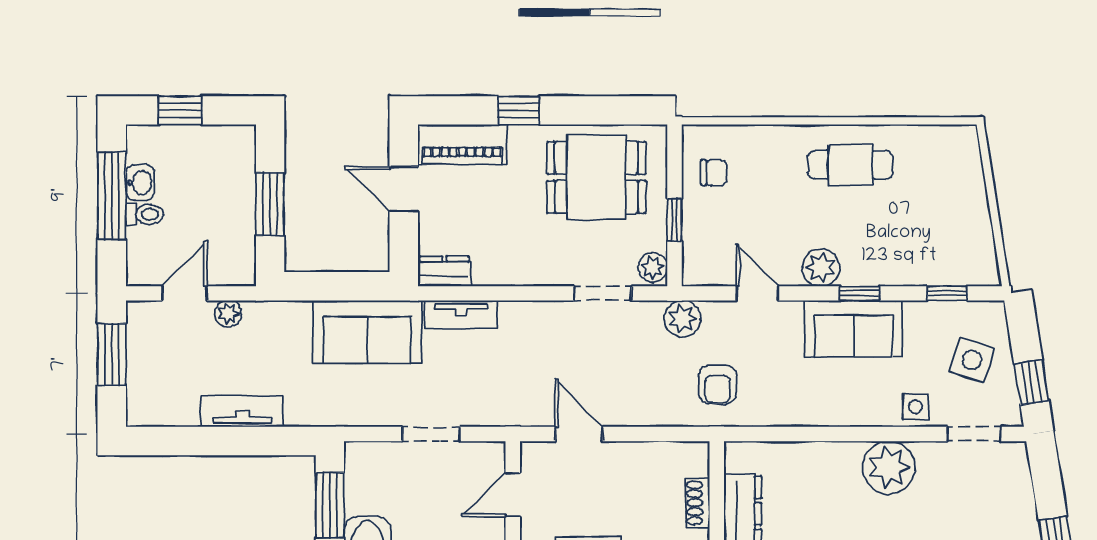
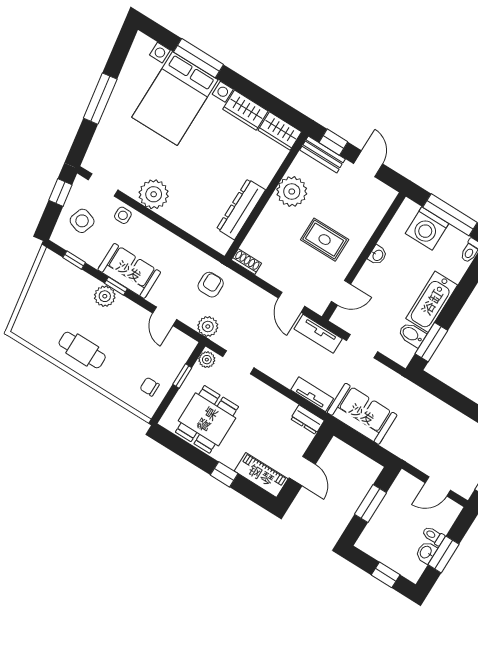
dining table: (596, 177) -> (207, 419), turned 90
window: (112, 196) -> (444, 554), width x0.69
plant: (821, 267) -> (105, 296), moved
plant: (228, 314) -> (423, 464), removed
tv unit: (242, 411) -> (318, 334), moved
bidet: (366, 498) -> (412, 335), added
shoe rack: (698, 503) -> (246, 262), moved, turned -90

